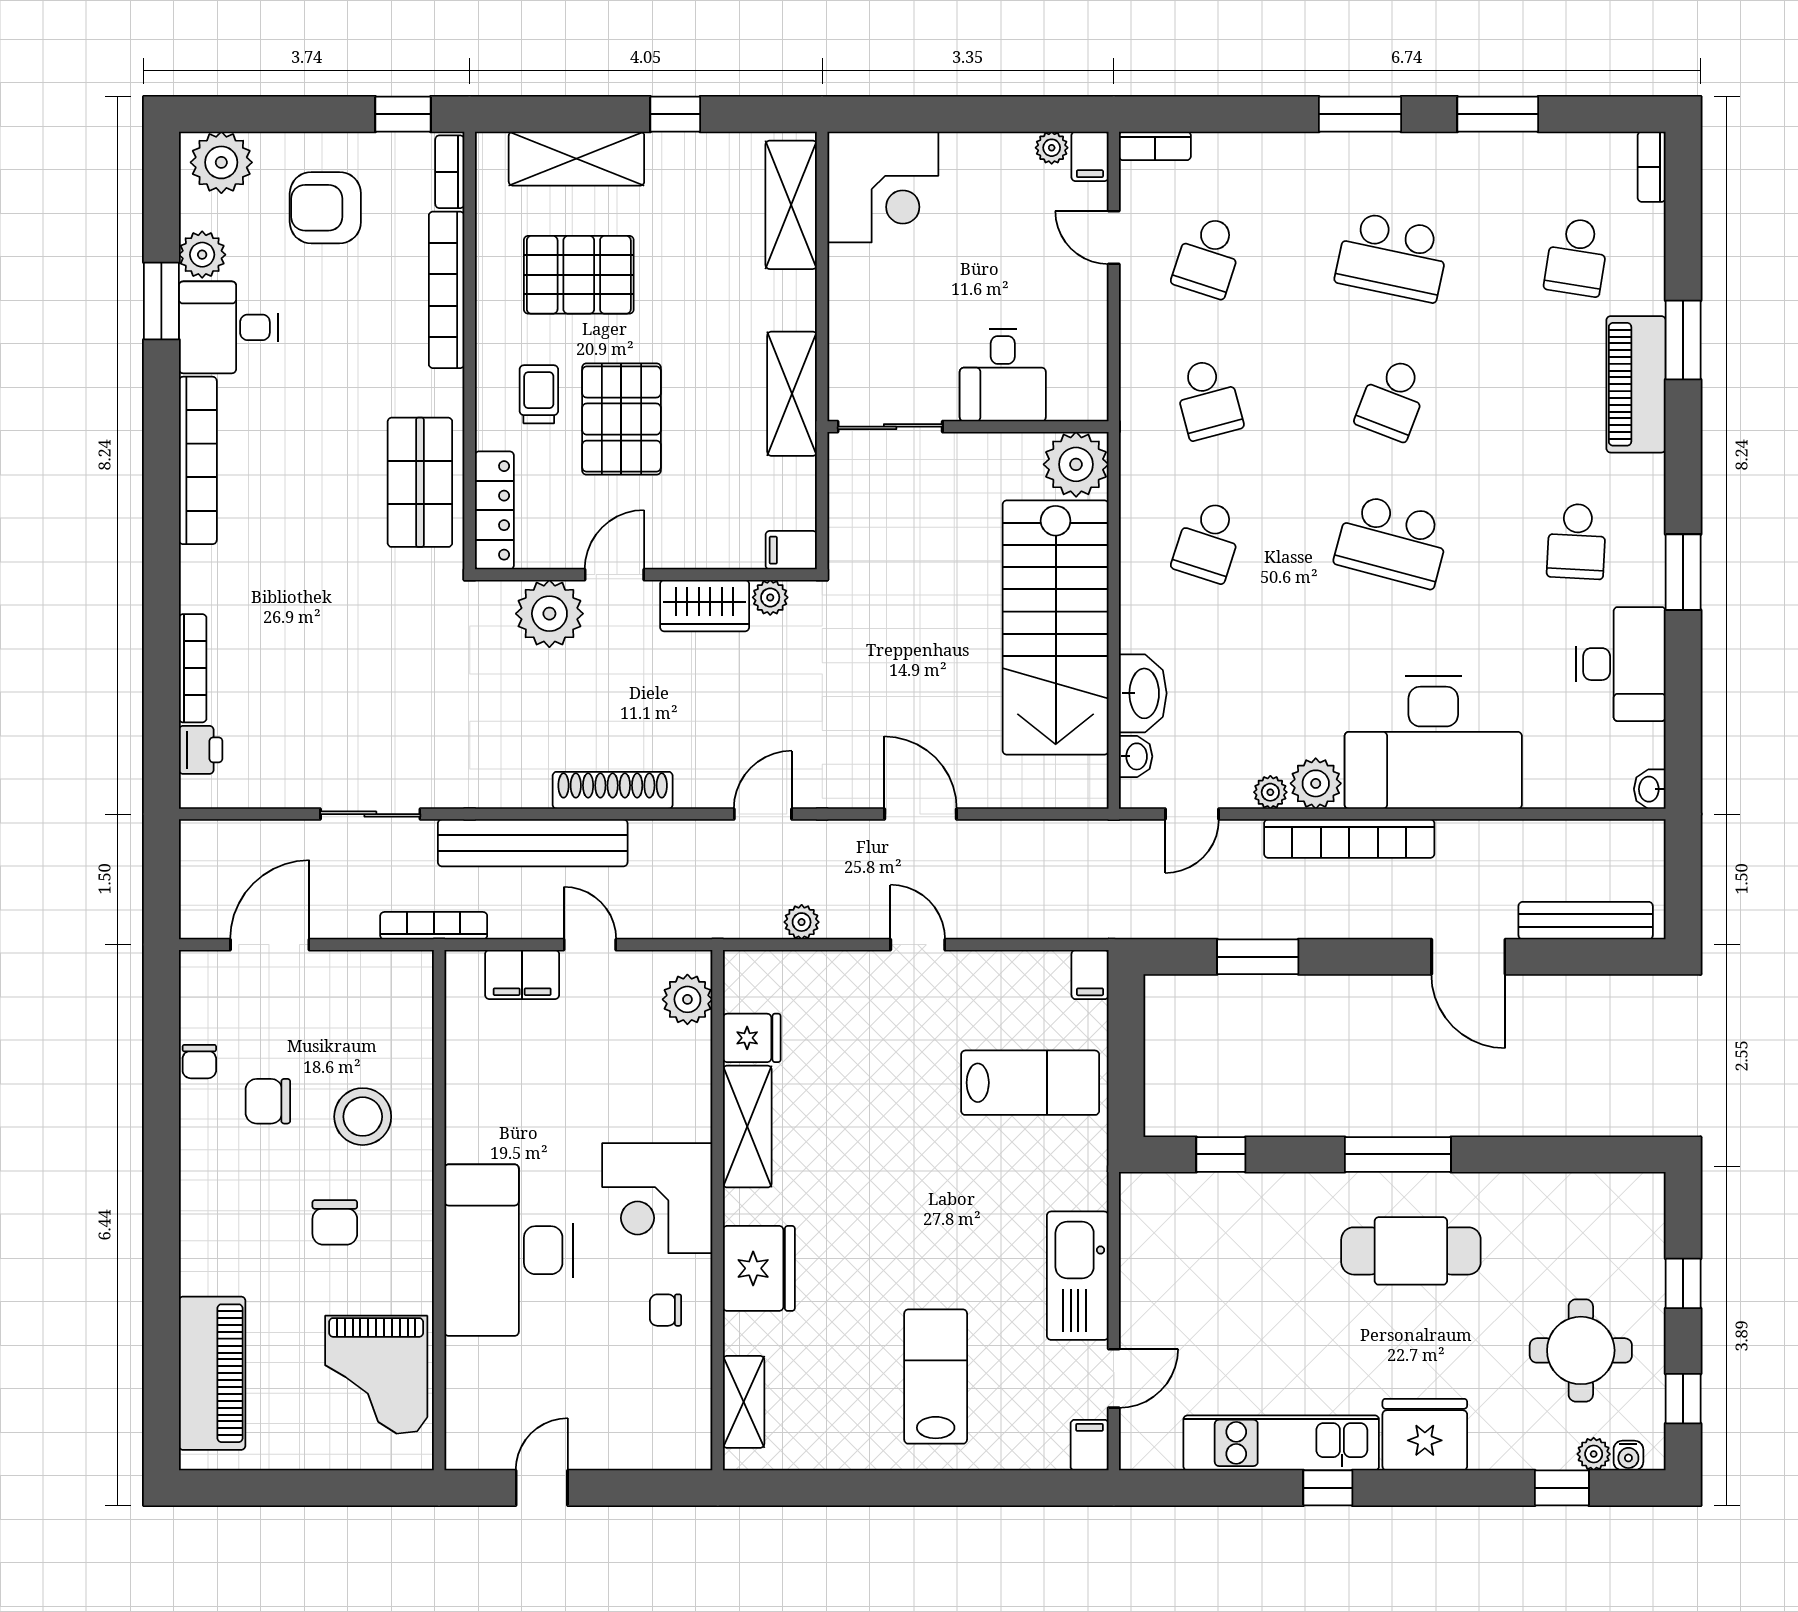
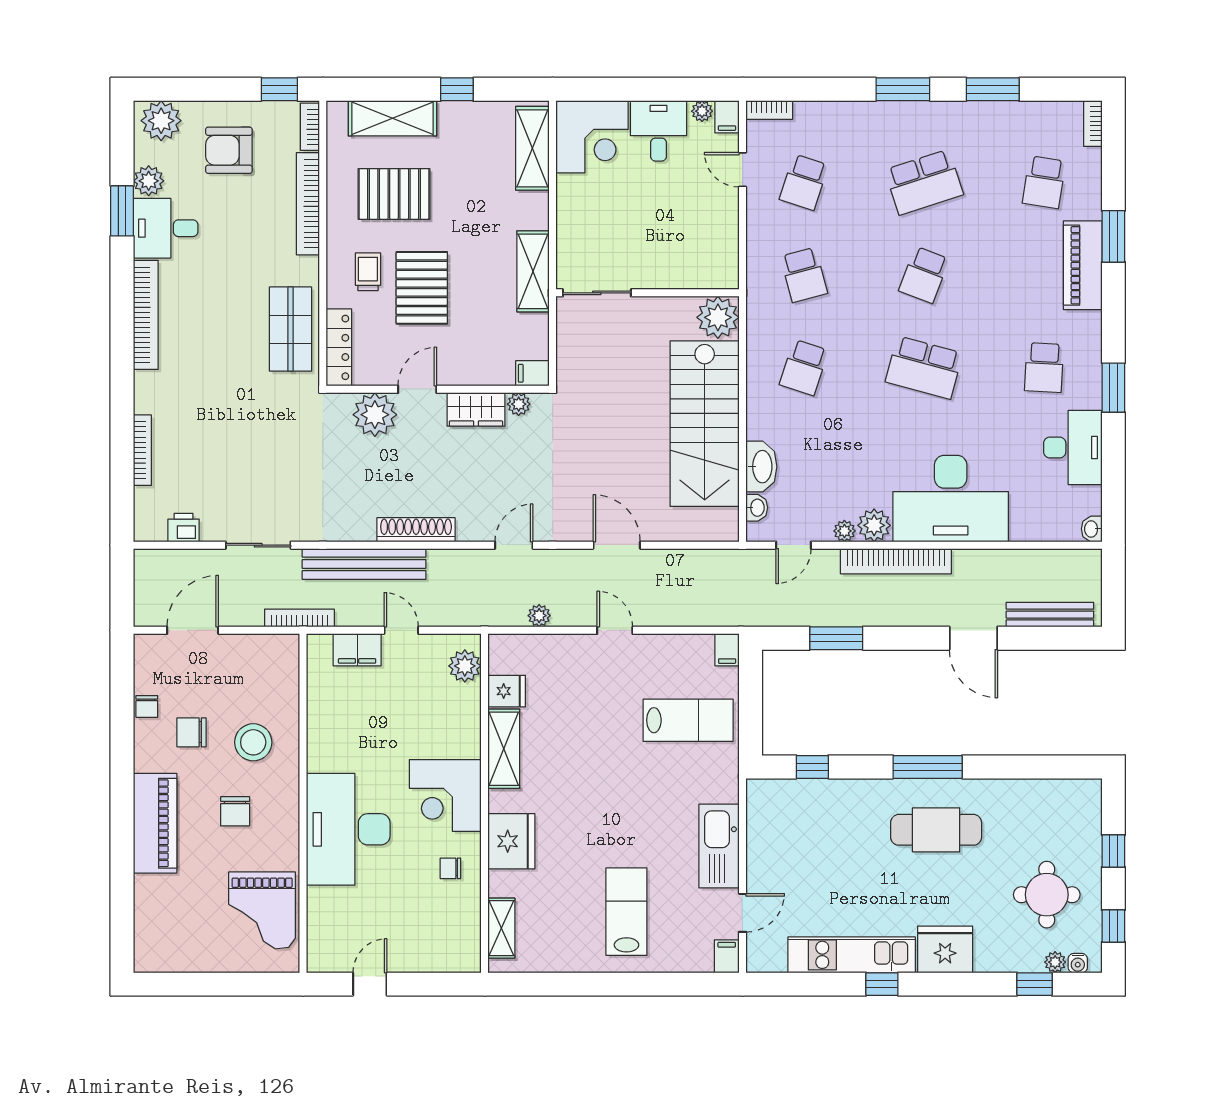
school desk: (1392, 257) -> (924, 182), turned -30
desk: (1003, 375) -> (659, 131), moved, turned 180
printer: (201, 750) -> (184, 528), moved, turned -90
piano: (212, 1373) -> (155, 823), moved

